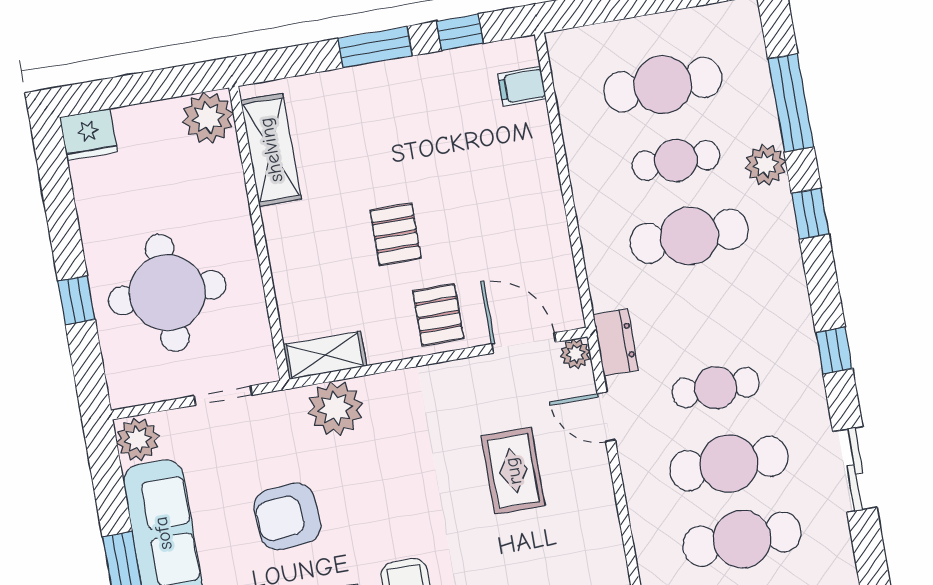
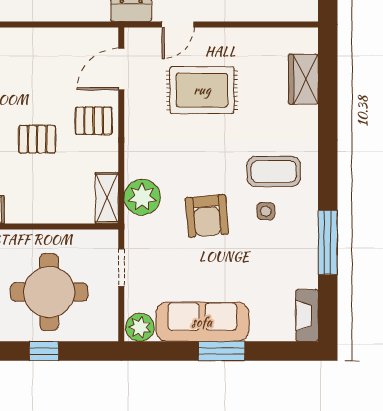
plant: (575, 354) -> (134, 37), removed
rug: (513, 471) -> (202, 90), width x1.36, depth x1.43
armchair: (287, 516) -> (207, 216), moved

